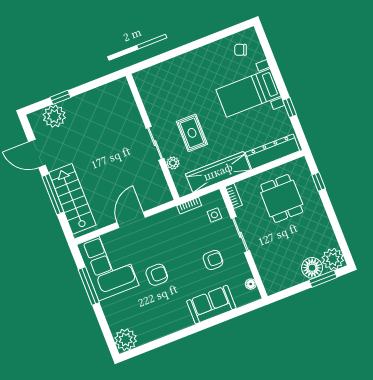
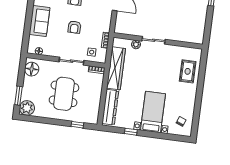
rug: (192, 133) -> (188, 71), moved, turned 90
dining table: (282, 199) -> (64, 94), moved, width x1.38
armchair: (213, 260) -> (74, 27), moved
floor lamp: (312, 268) -> (32, 69), moved

